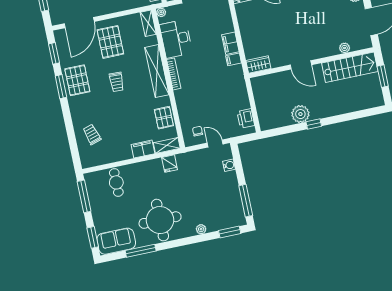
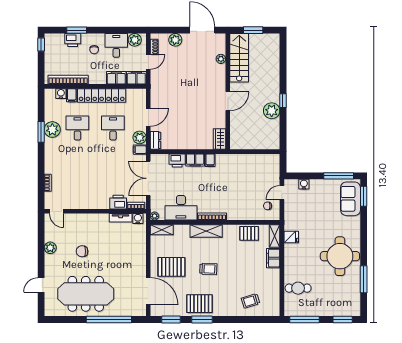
shelving: (157, 71) -> (206, 231), width x0.68
printer: (246, 119) -> (177, 160), moved
plant: (201, 229) -> (356, 221), removed
sofa: (116, 241) -> (351, 199), moved

